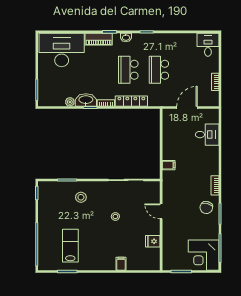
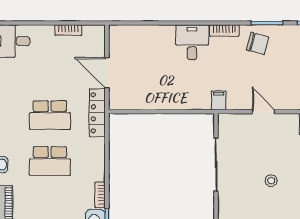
locker: (131, 101) -> (97, 113), moved
desk: (207, 135) -> (192, 42), moved
filing cabinet: (169, 165) -> (219, 100), moved
door: (161, 211) -> (263, 112), swing flipped

